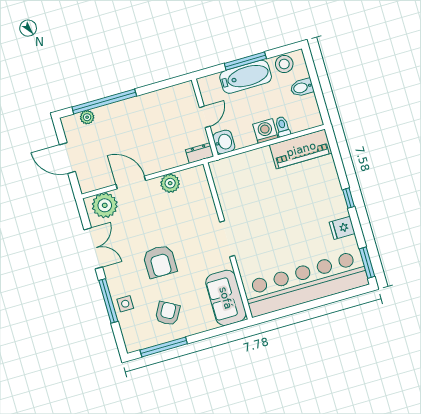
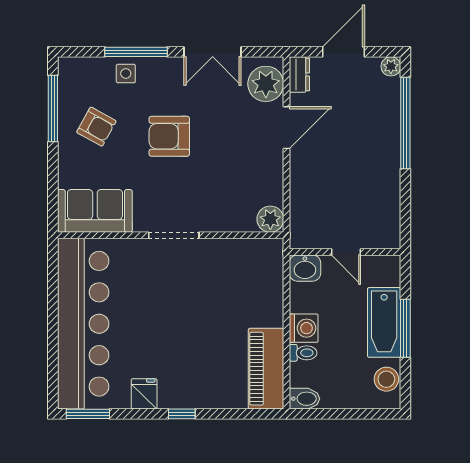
bidet: (302, 87) -> (304, 399), moved, turned 90
plant: (87, 117) -> (391, 66), moved
dresser: (200, 153) -> (299, 75), moved
plant: (170, 183) -> (270, 219), moved

